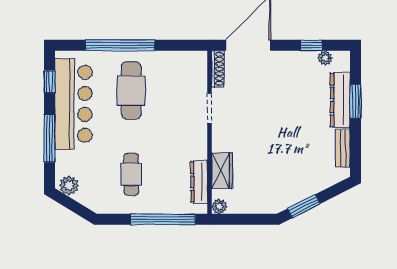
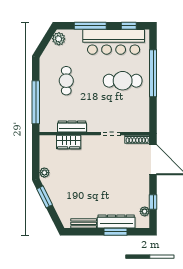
cafe table: (131, 174) -> (66, 81), turned 90
dresser: (199, 182) -> (72, 126), moved
plant: (219, 207) -> (44, 173), moved

